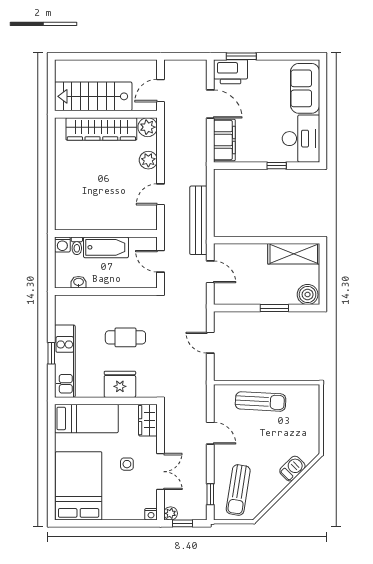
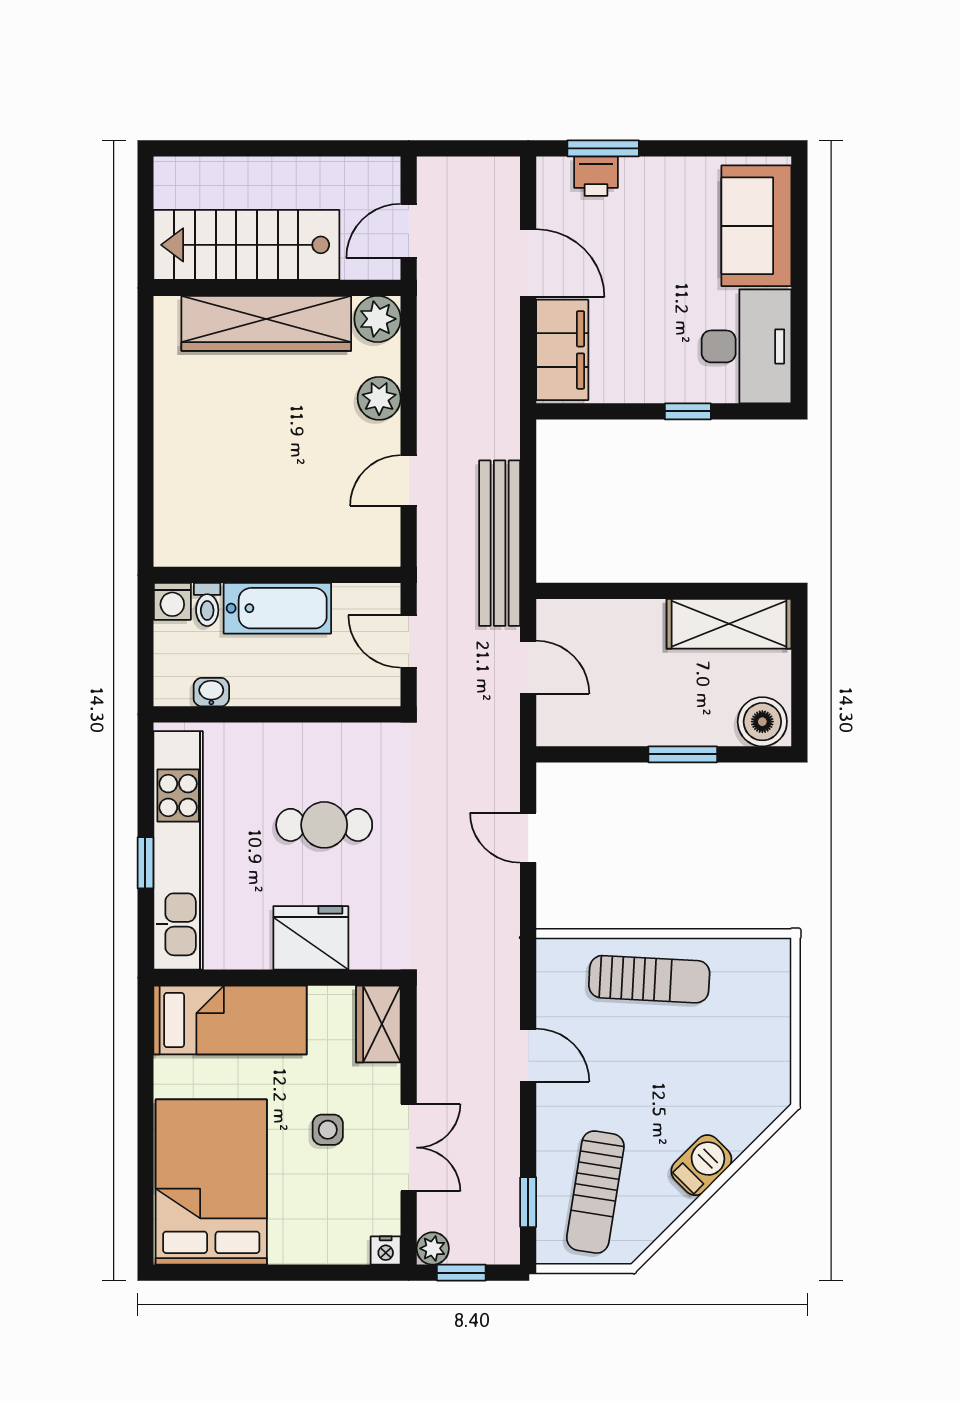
printer: (231, 72) -> (596, 176), width x0.53, depth x0.68
kitchen unit: (65, 361) -> (178, 850), width x1.36
barbecue: (292, 469) -> (701, 1165), moved

